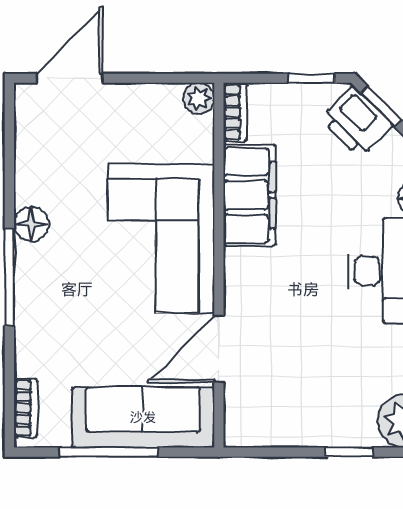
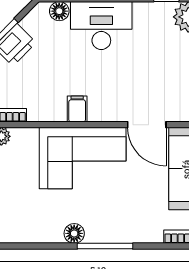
filing cabinet: (250, 195) -> (77, 109), width x0.33, depth x0.86

